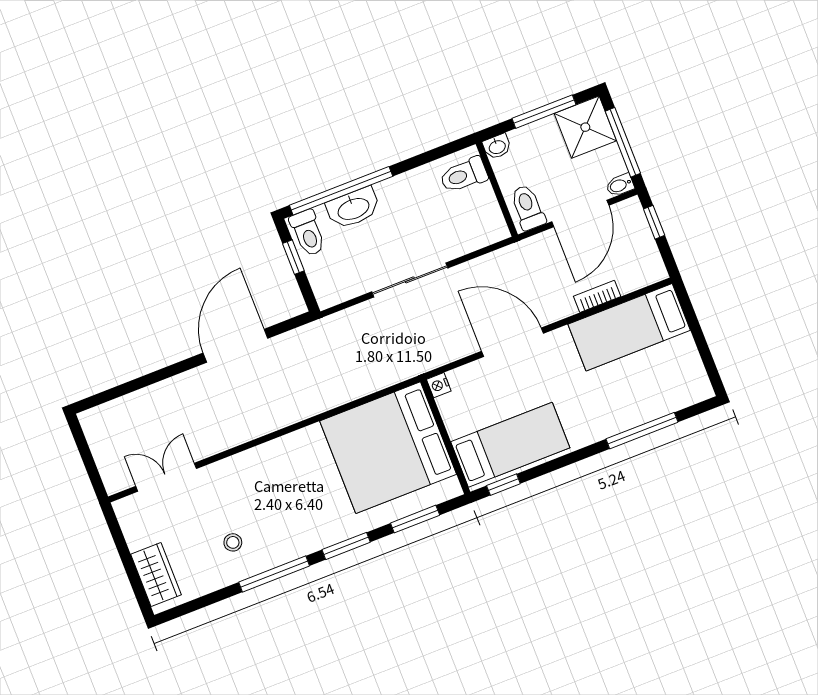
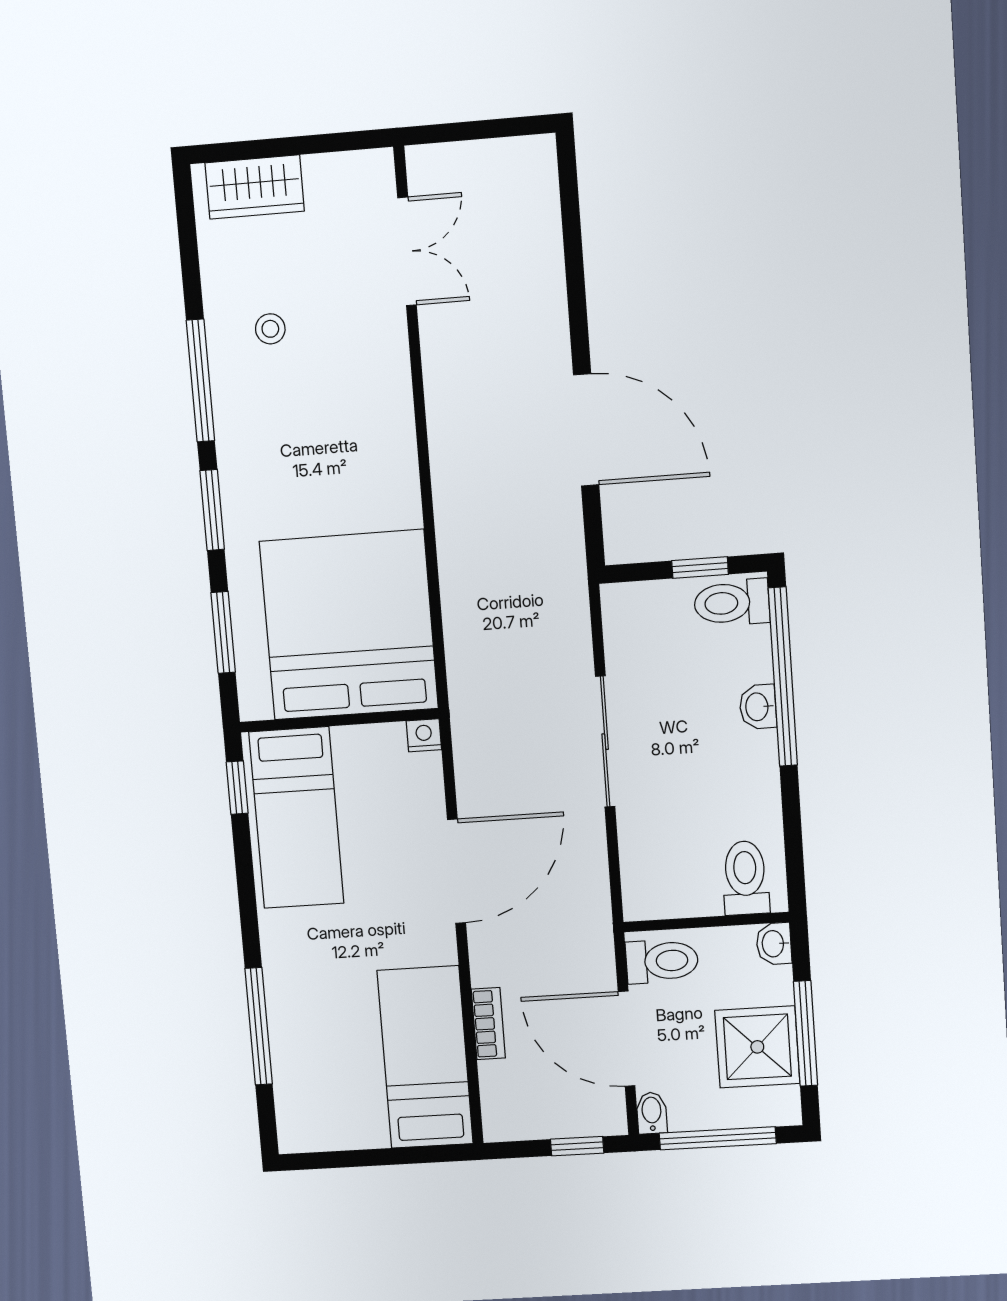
shower: (585, 127) -> (757, 1047), moved
washbasin: (353, 208) -> (758, 707), width x0.52, depth x0.69

